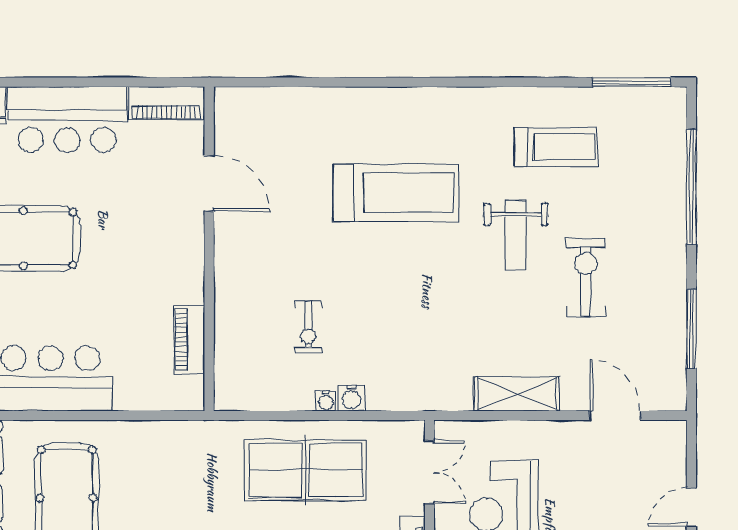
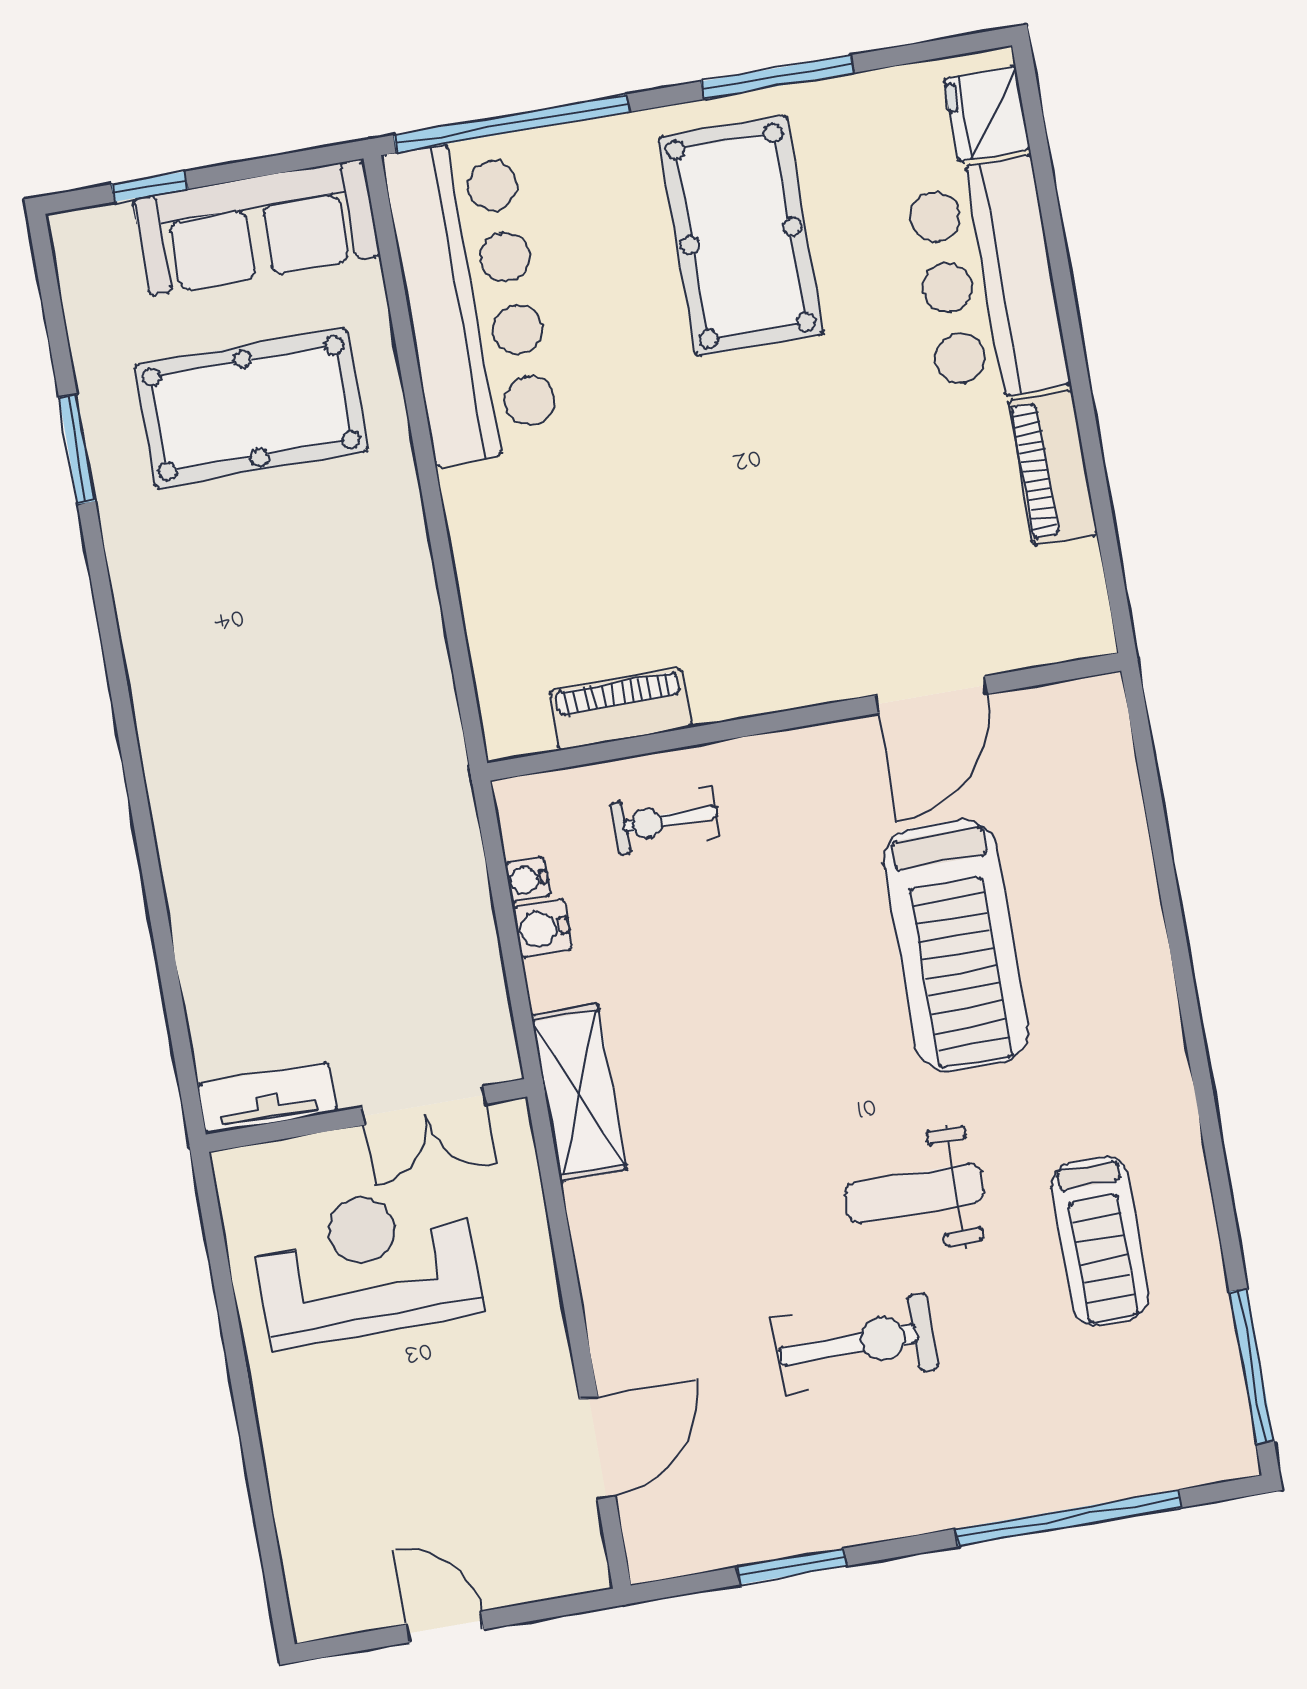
door: (209, 183) -> (931, 695), moved
wall: (209, 249) -> (804, 717), moved
window: (691, 329) -> (792, 1566), width x0.69
piano: (189, 340) -> (621, 709), moved
shelving: (517, 394) -> (579, 1093), moved
table tennis table: (305, 470) -> (386, 863), removed

